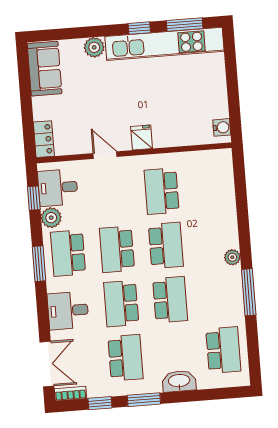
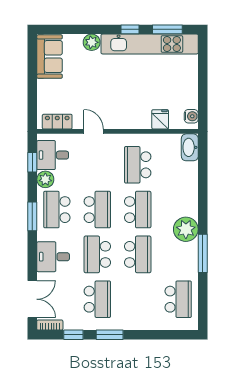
fridge: (142, 137) -> (160, 119), moved
locker: (44, 139) -> (57, 122), moved, turned -90
school desk: (117, 249) -> (97, 210), turned 180
plant: (232, 257) -> (186, 229), width x1.87, depth x1.87
washbasin: (179, 381) -> (190, 147), moved, turned -90

